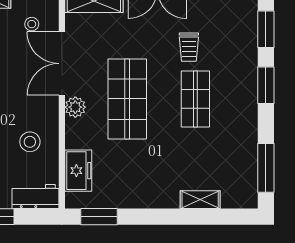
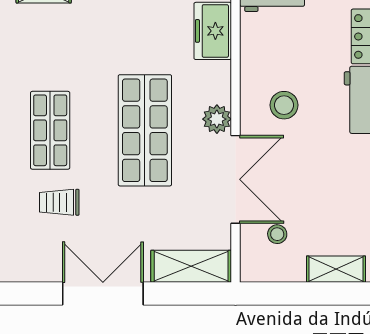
trolley: (189, 47) -> (59, 202), turned -90
stool: (30, 142) -> (284, 105), moved

